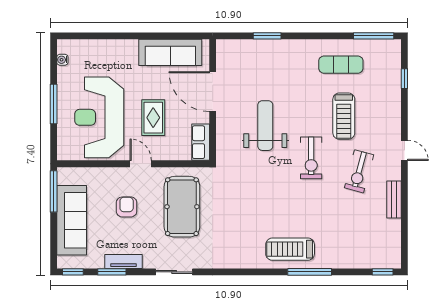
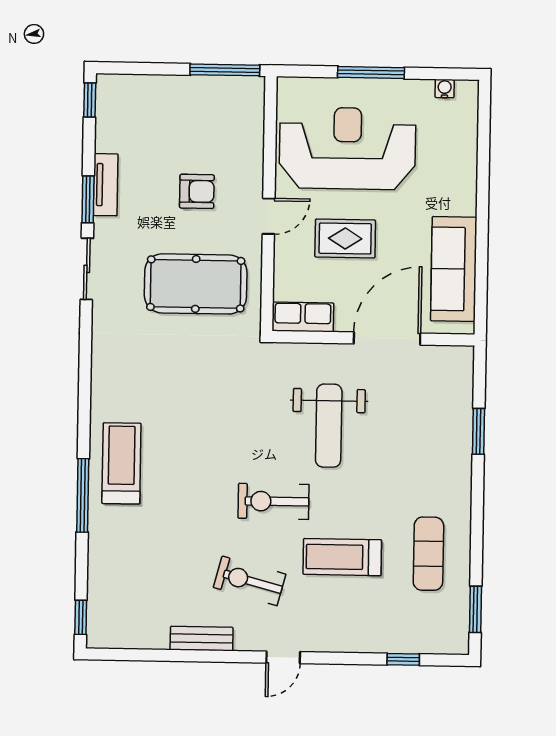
window: (374, 36) -> (475, 609), width x0.69
weight bench: (265, 126) -> (329, 426), turned 90
sofa: (72, 220) -> (176, 99), removed
window: (112, 272) -> (88, 199), moved

